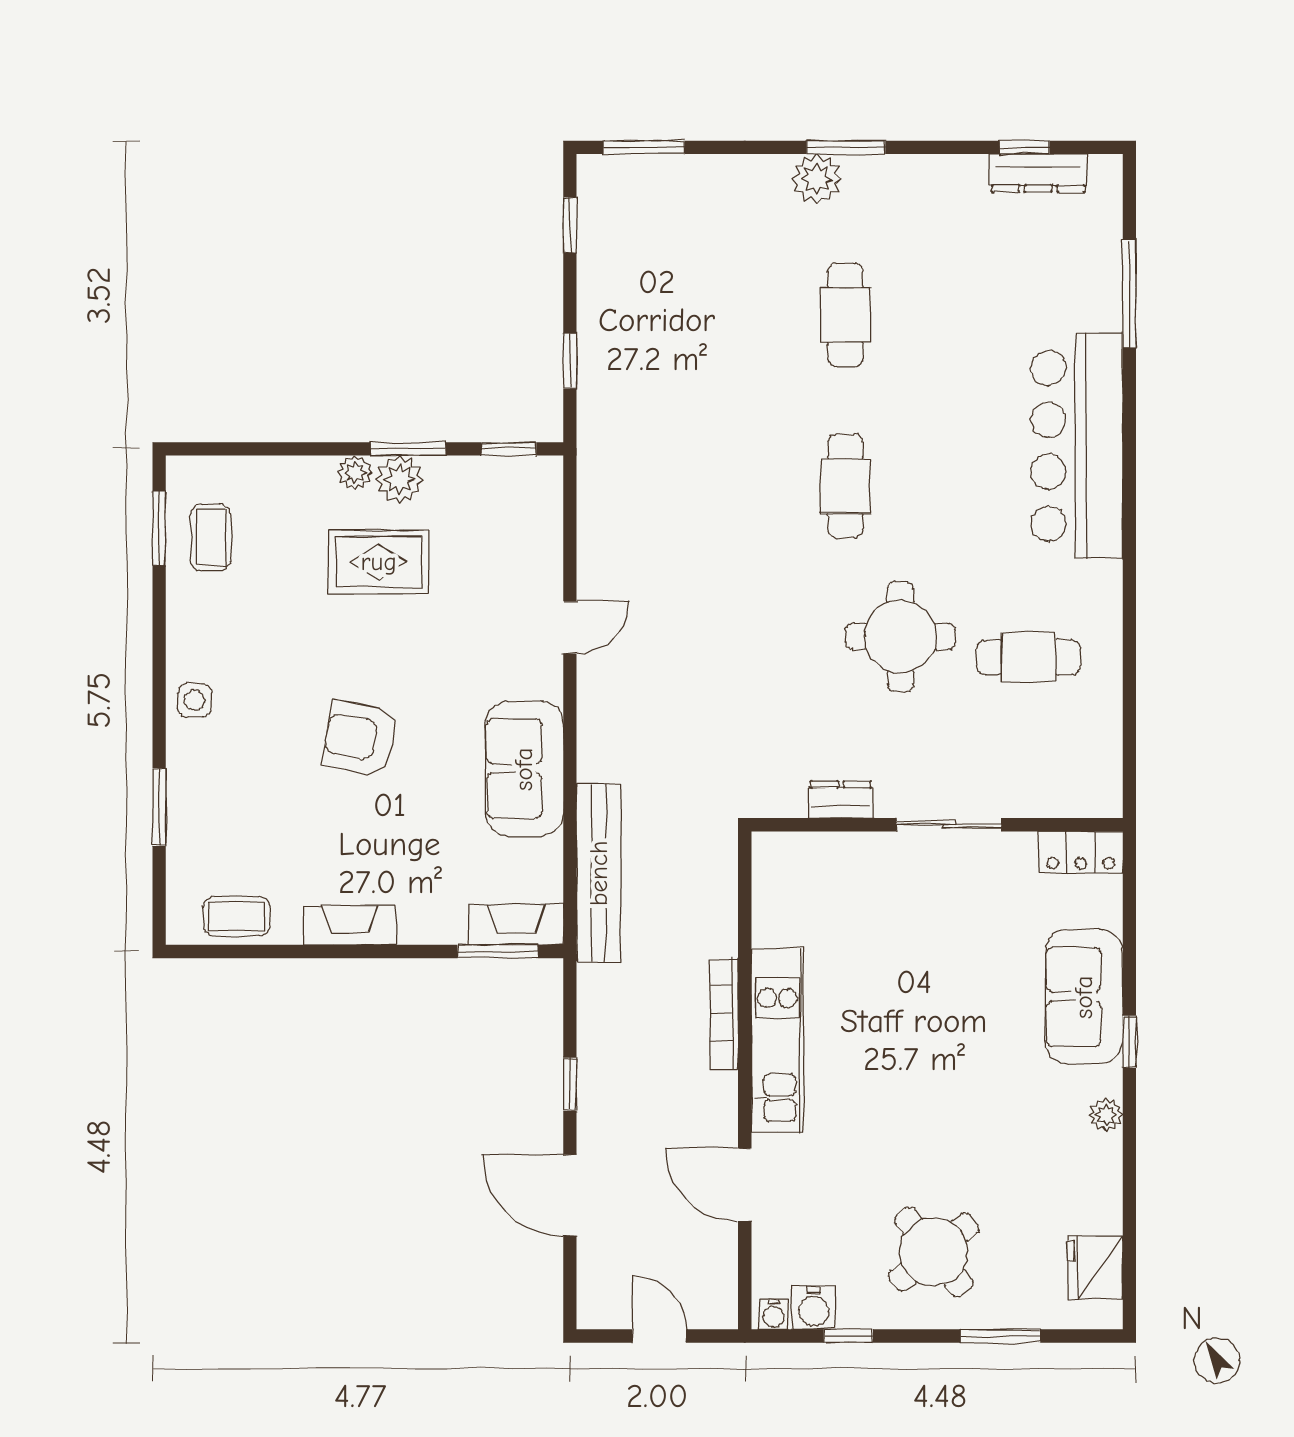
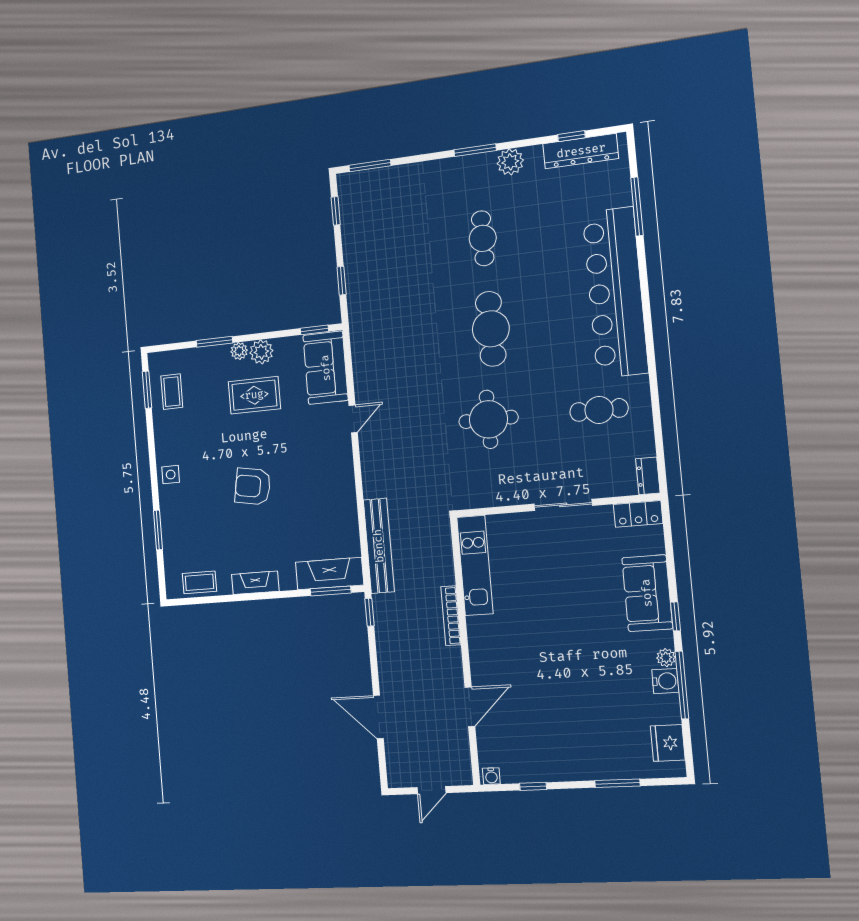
dresser: (1038, 173) -> (581, 151), width x1.37, depth x1.24
plant: (817, 179) -> (510, 162), moved
bar counter: (1077, 446) -> (615, 293), width x1.36
window: (408, 449) -> (214, 342), moved
cafe table: (845, 486) -> (491, 329), width x1.37, depth x1.35
round table: (901, 637) -> (488, 419), moved
sofa: (524, 769) -> (326, 368), moved
dresser: (841, 800) -> (648, 476), moved, turned -90
fireplace: (516, 925) -> (330, 574), width x1.37, depth x1.32
kitchen unit: (777, 1041) -> (475, 565), moved
window: (570, 1084) -> (370, 612), moved
window: (1129, 1165) -> (682, 685), added
door: (745, 1185) -> (470, 707), swing flipped
round table: (934, 1252) -> (576, 738), removed
water cooler: (814, 1308) -> (665, 681), moved, turned -90
door: (659, 1336) -> (431, 790), swing flipped

